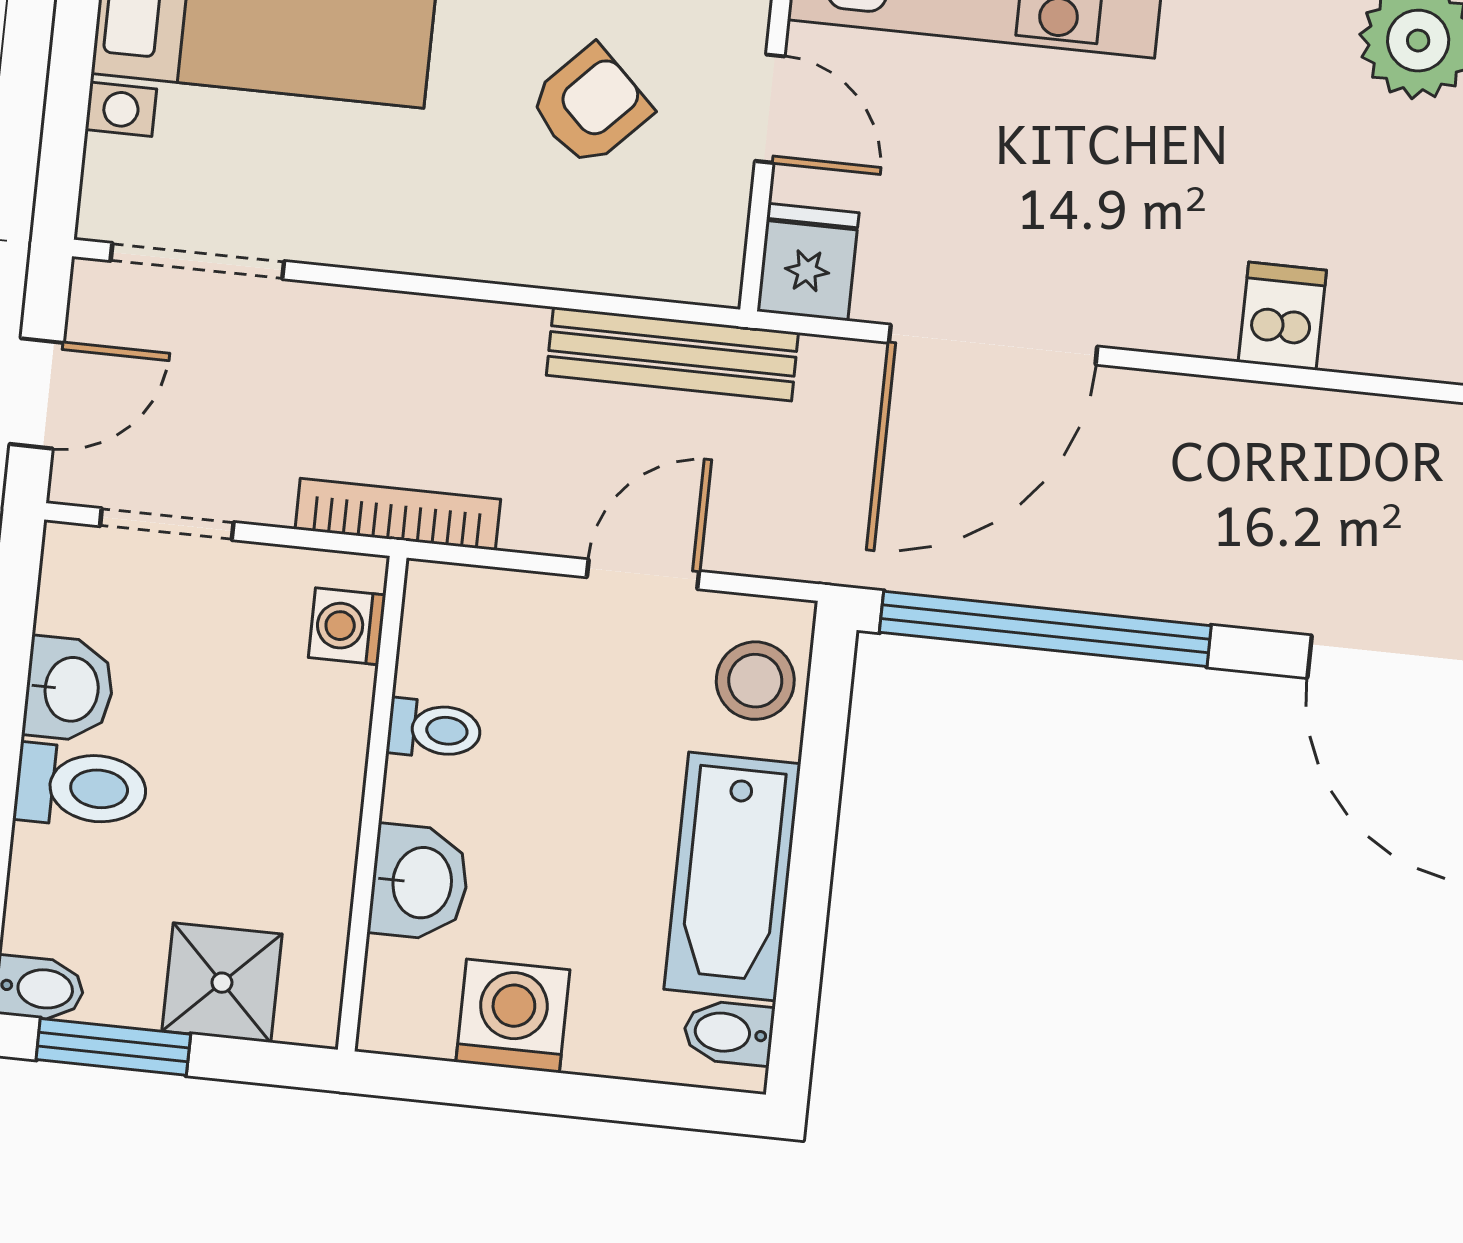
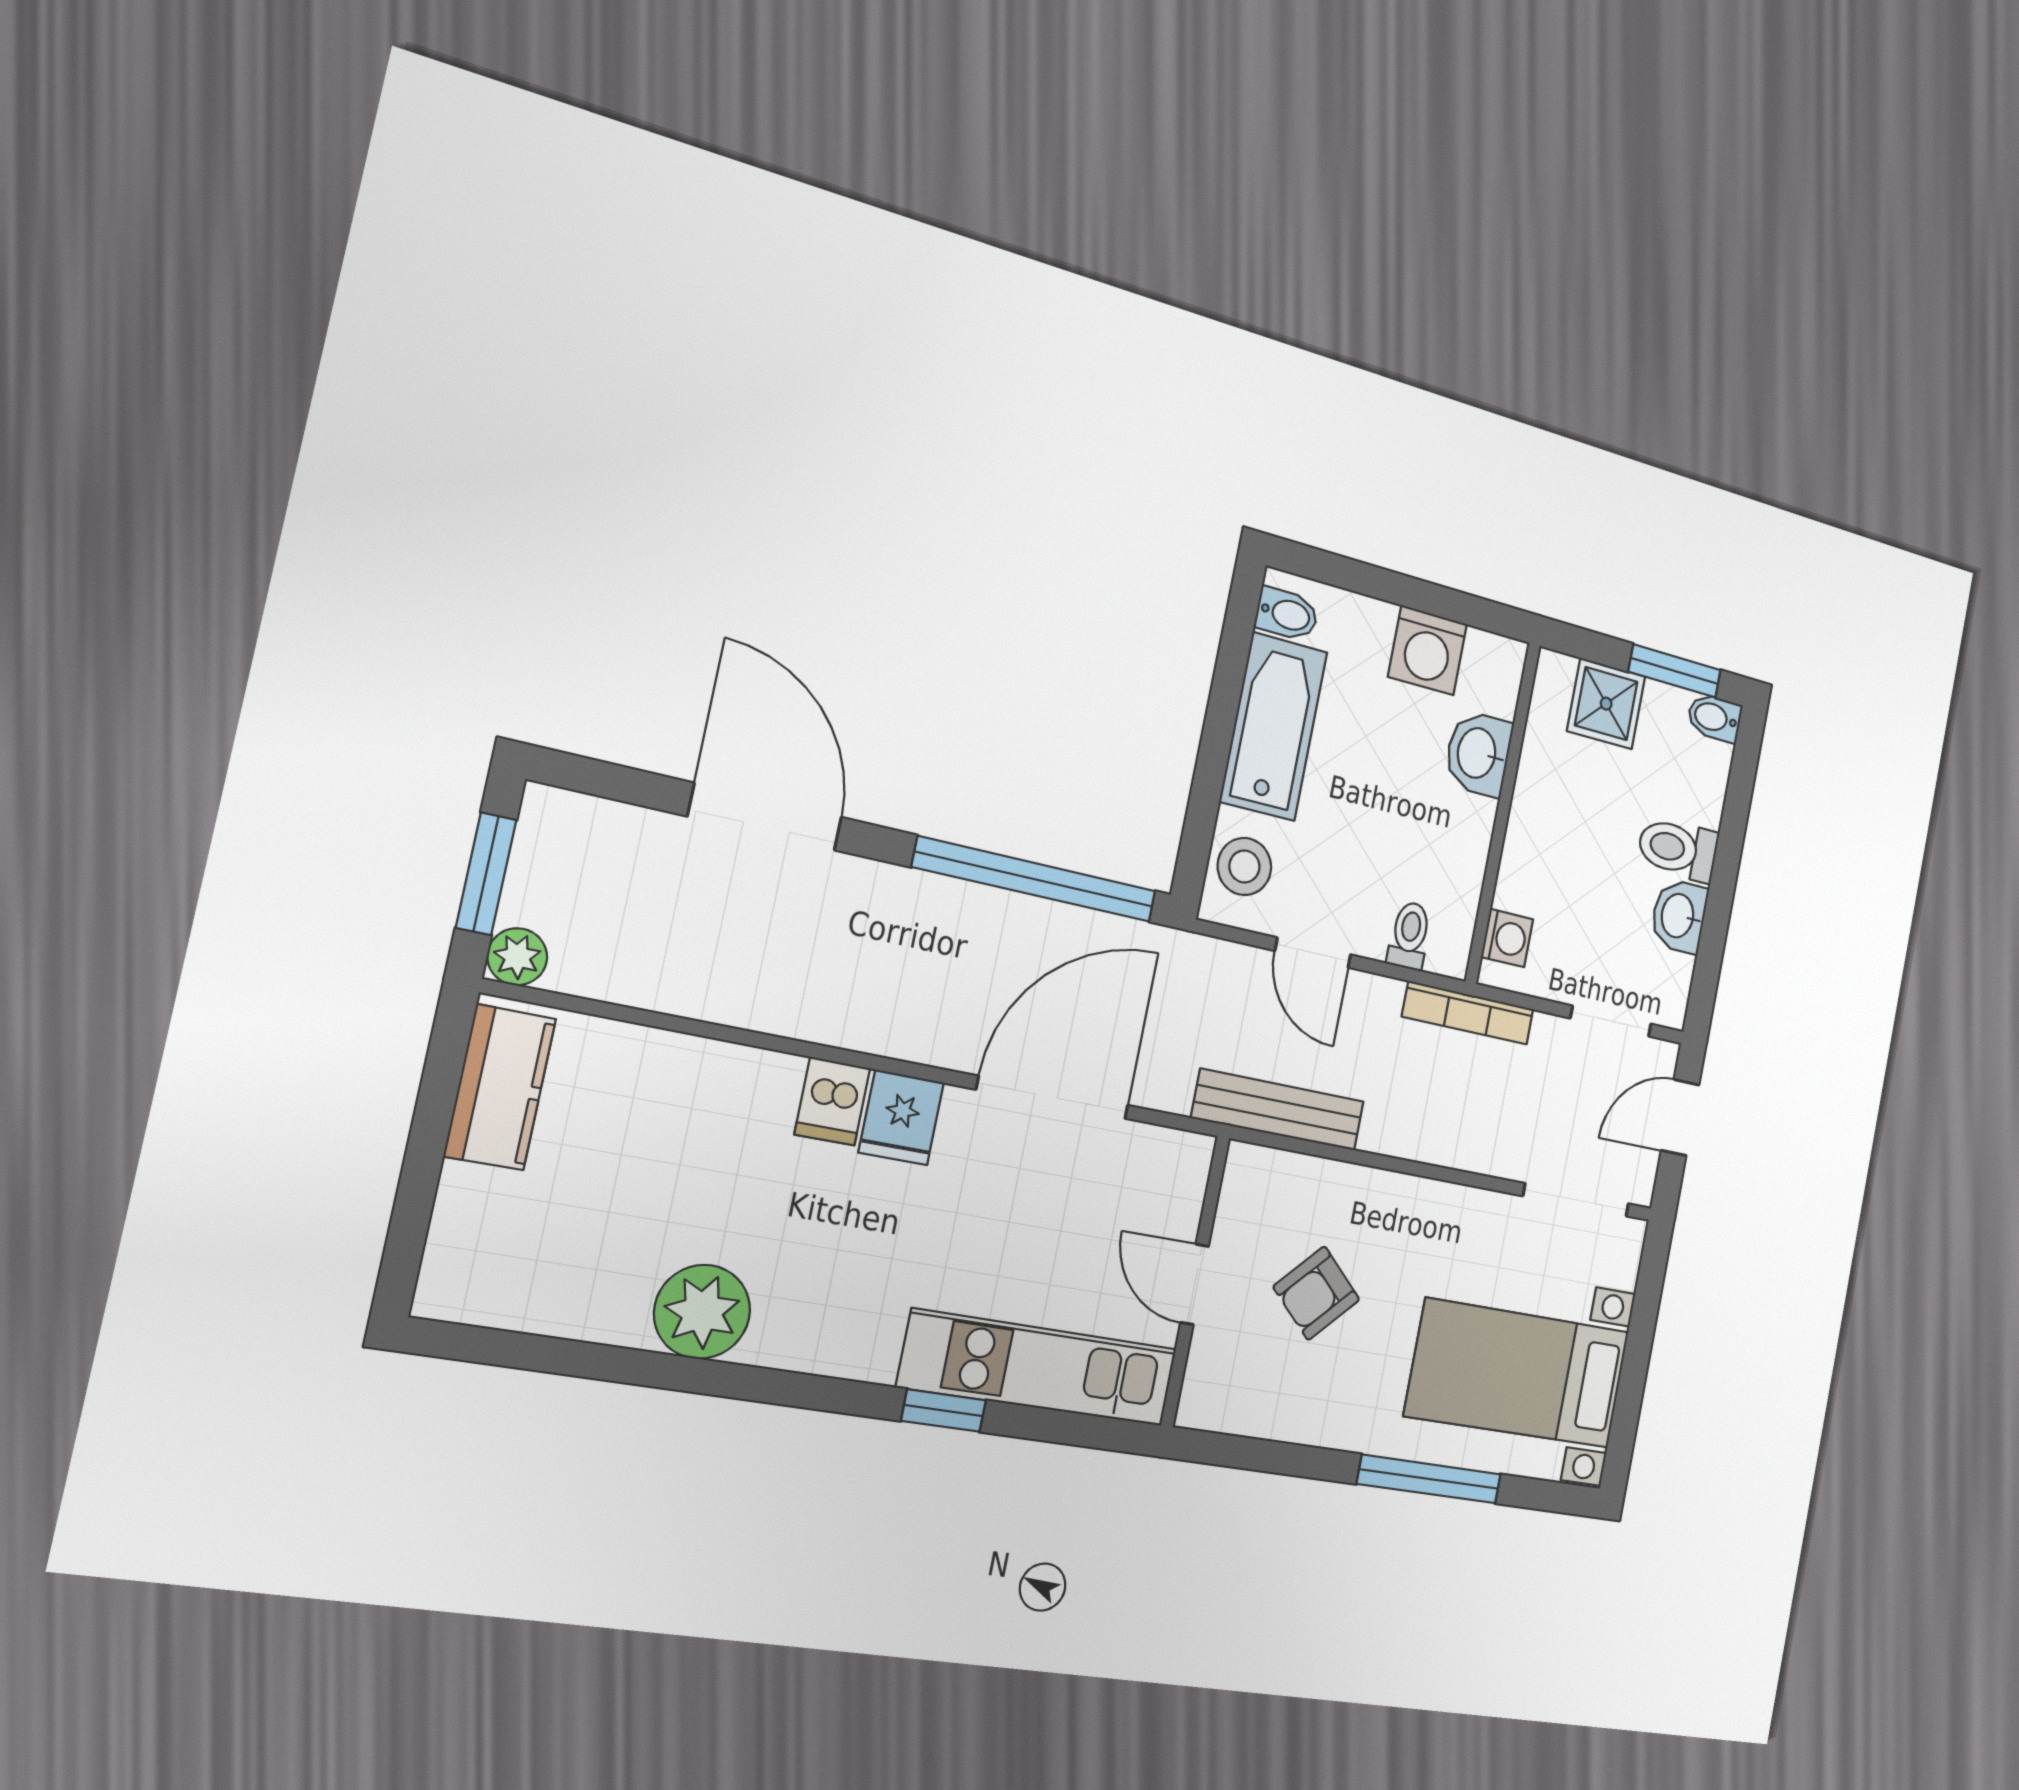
fridge: (808, 262) -> (901, 1117), moved
door: (643, 574) -> (1313, 953), hinge flipped
toilet: (434, 729) -> (1409, 936), moved, turned 90

